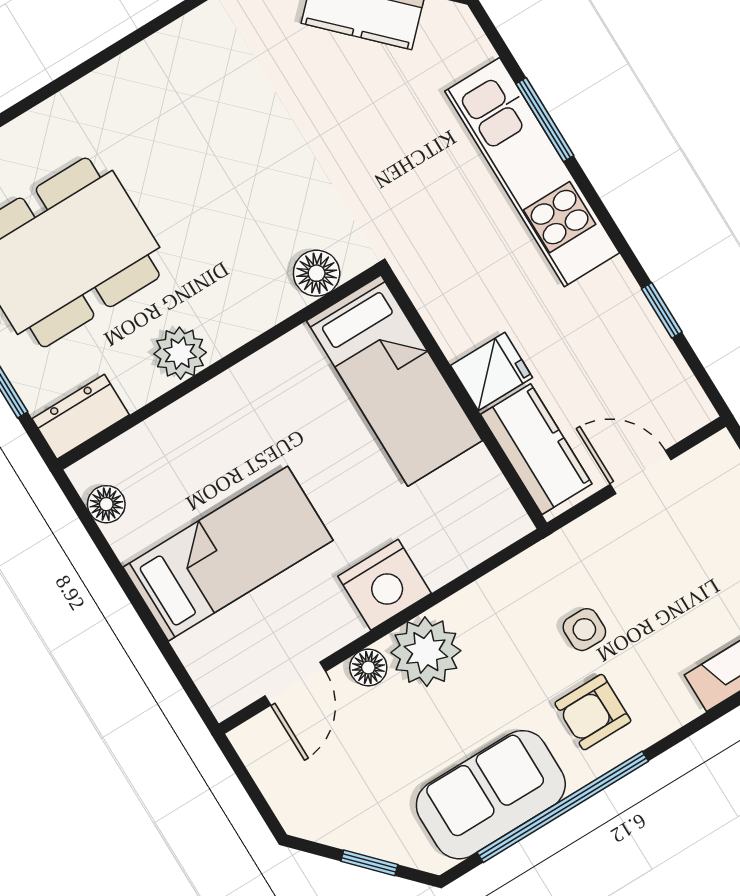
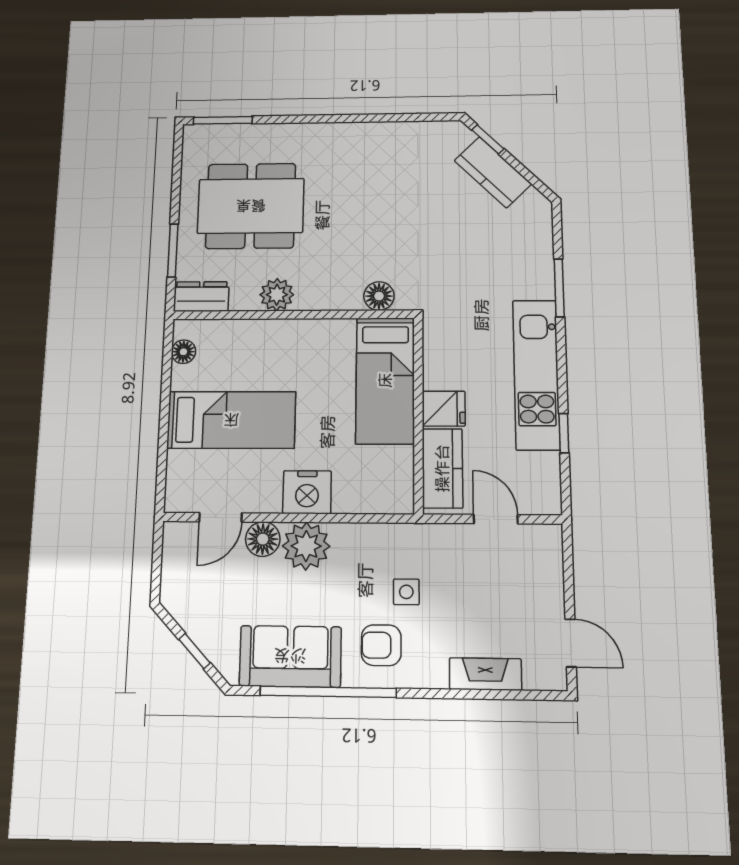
kitchen unit: (532, 172) -> (536, 374), moved
floor lamp: (368, 668) -> (263, 539), width x1.37, depth x1.37

